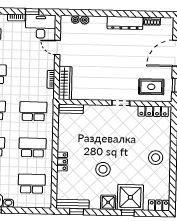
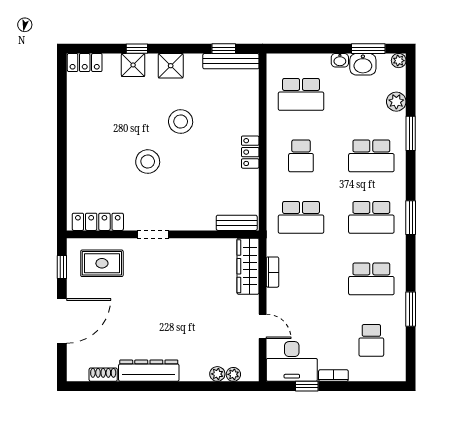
school desk: (33, 147) -> (301, 156), width x0.54
stool: (156, 158) -> (148, 162), moved
locker: (62, 162) -> (250, 152), moved
shower: (130, 197) -> (133, 65), width x0.54, depth x0.54

